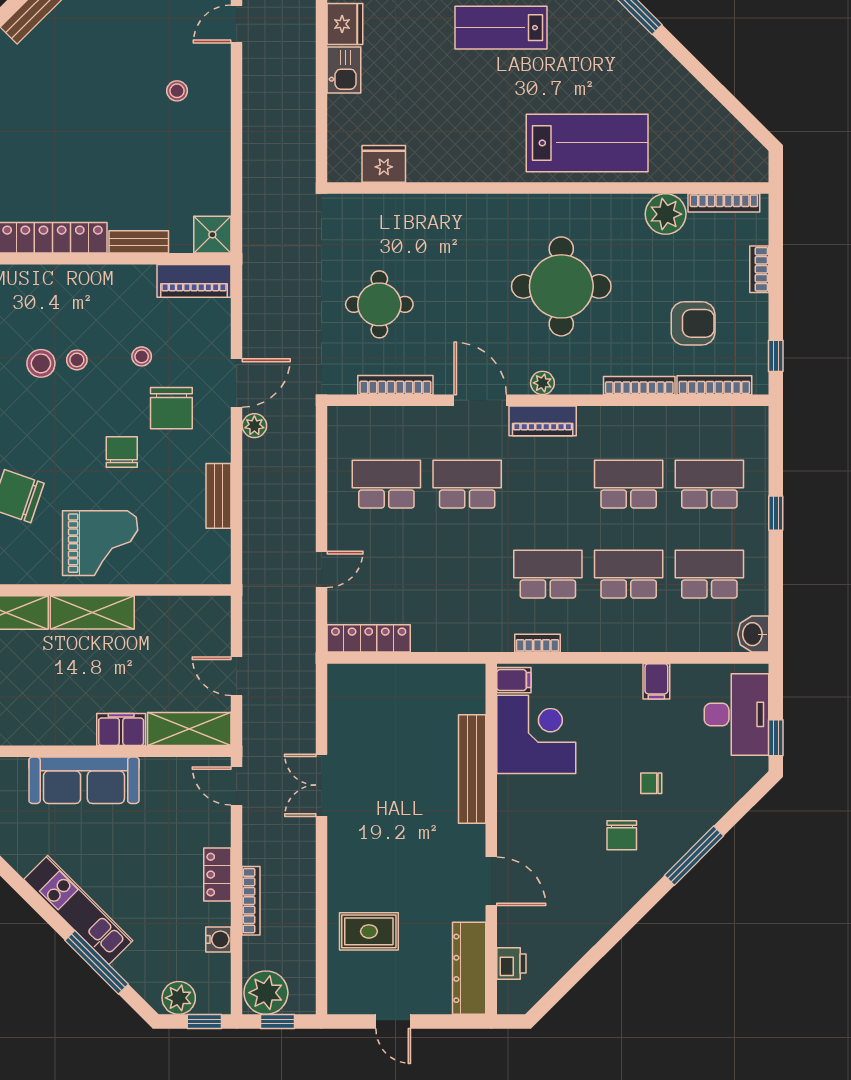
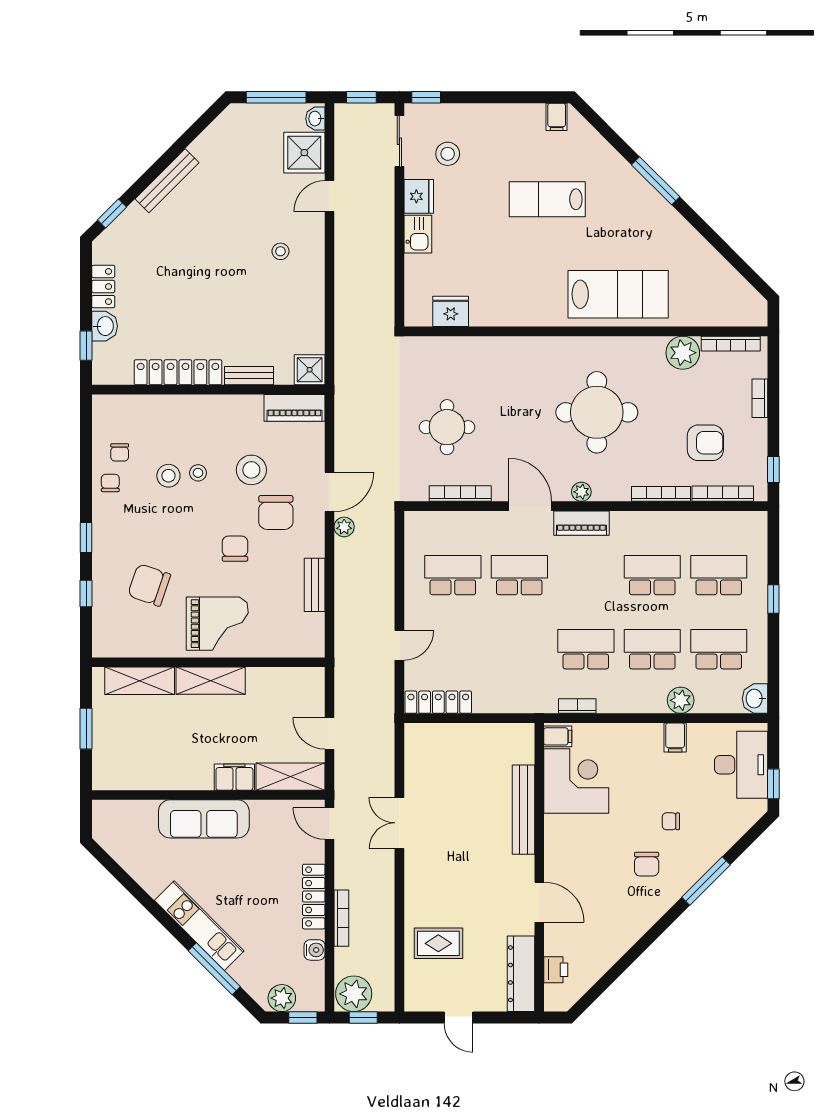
stool: (142, 356) -> (251, 470), width x1.89, depth x1.89
plant: (663, 636) -> (681, 700), added
locker: (217, 875) -> (314, 897), width x1.53

